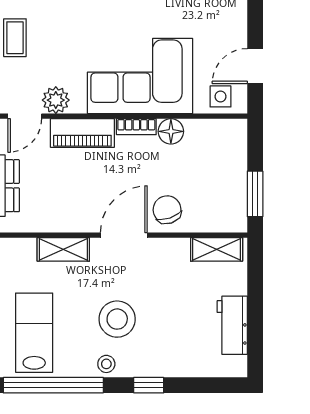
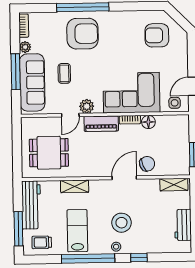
chair: (167, 210) -> (147, 164), turned 87
shelving: (63, 249) -> (75, 186), moved

